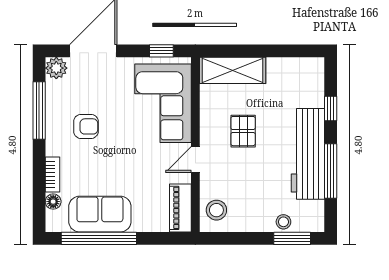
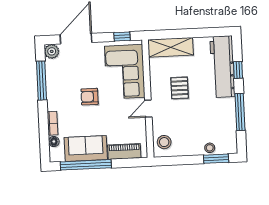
armchair: (86, 126) -> (90, 97), moved, turned 180
workbench: (308, 154) -> (222, 67), moved
piano: (180, 208) -> (124, 151), moved, turned 90

